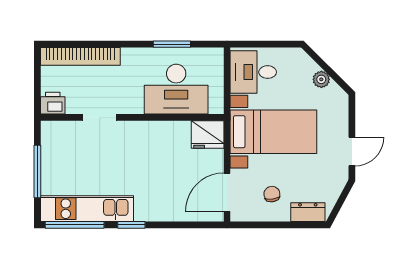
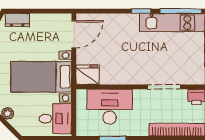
doorway: (99, 117) -> (164, 87), width x1.38
chair: (272, 194) -> (42, 33), removed

